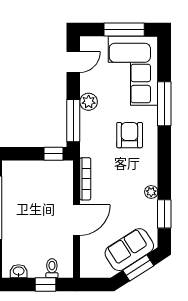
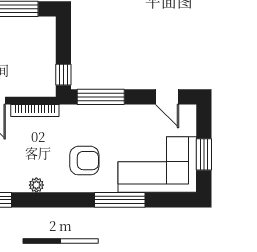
window: (124, 29) -> (204, 154), width x0.69
plant: (89, 102) -> (122, 114), removed
plant: (151, 192) -> (36, 185), moved

